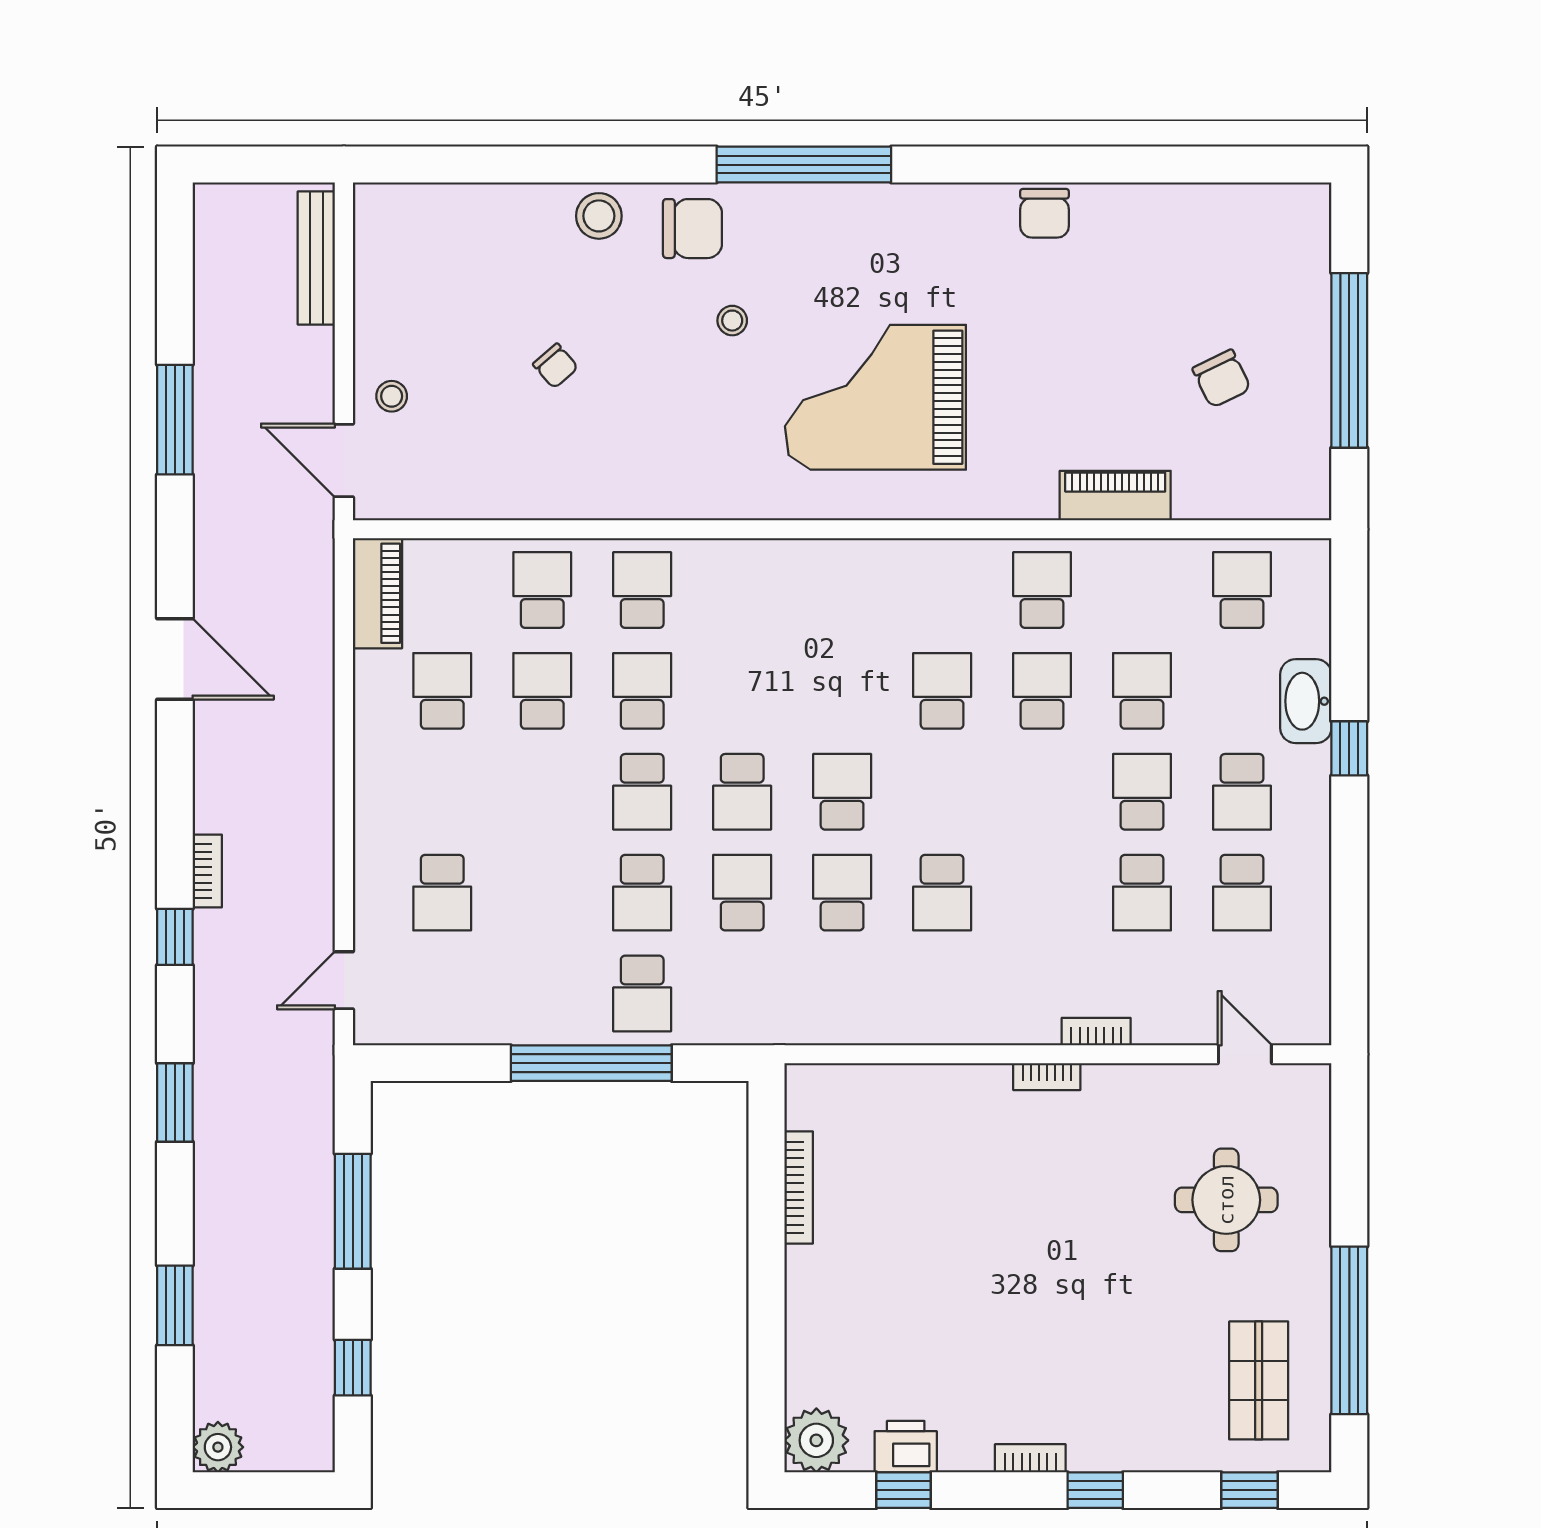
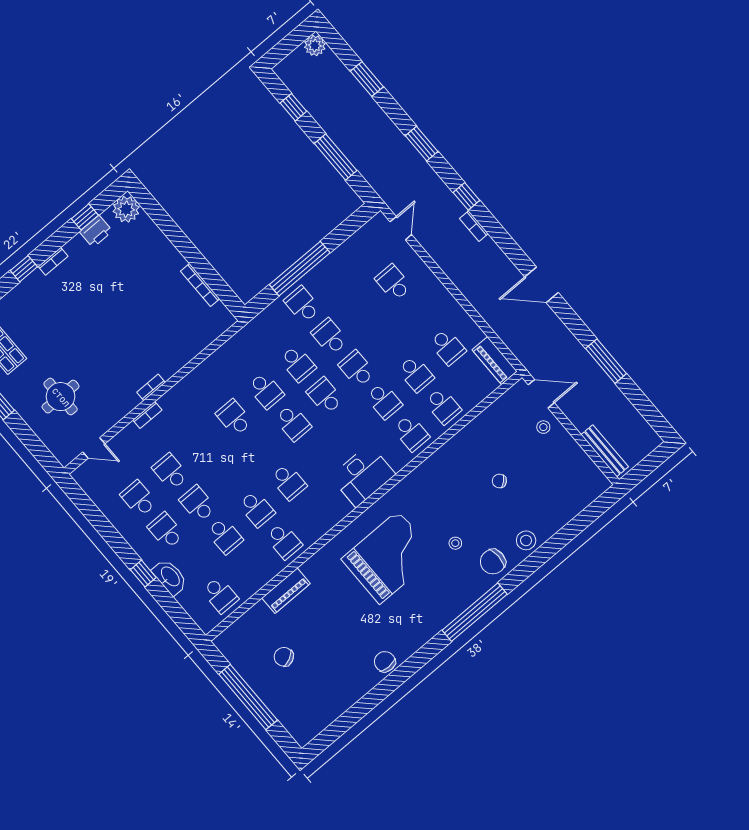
desk: (796, 587) -> (363, 476), added
school desk: (1142, 792) -> (198, 504), turned 180

